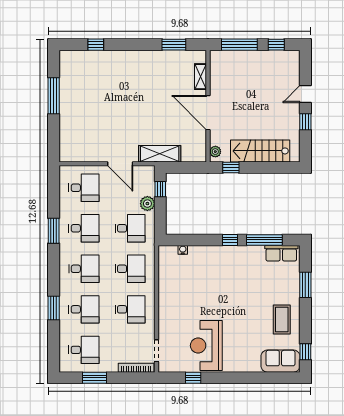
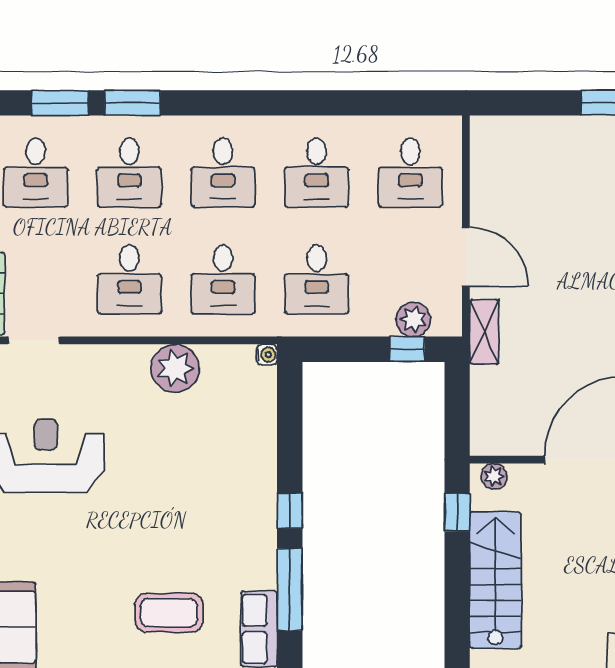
shelving: (160, 154) -> (484, 332), width x0.67, depth x0.75
door: (120, 164) -> (466, 257), swing flipped
plant: (147, 204) -> (413, 320), moved
window: (54, 231) -> (60, 103), moved
water cooler: (183, 250) -> (267, 355), moved
plant: (168, 290) -> (175, 368), added
coffee table: (282, 319) -> (169, 613), moved

